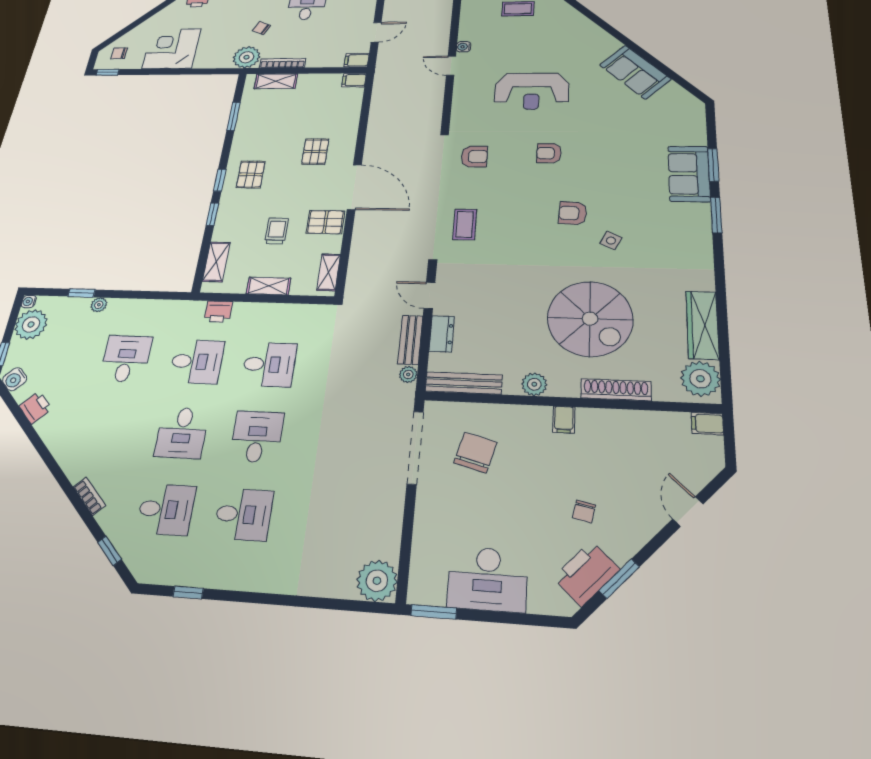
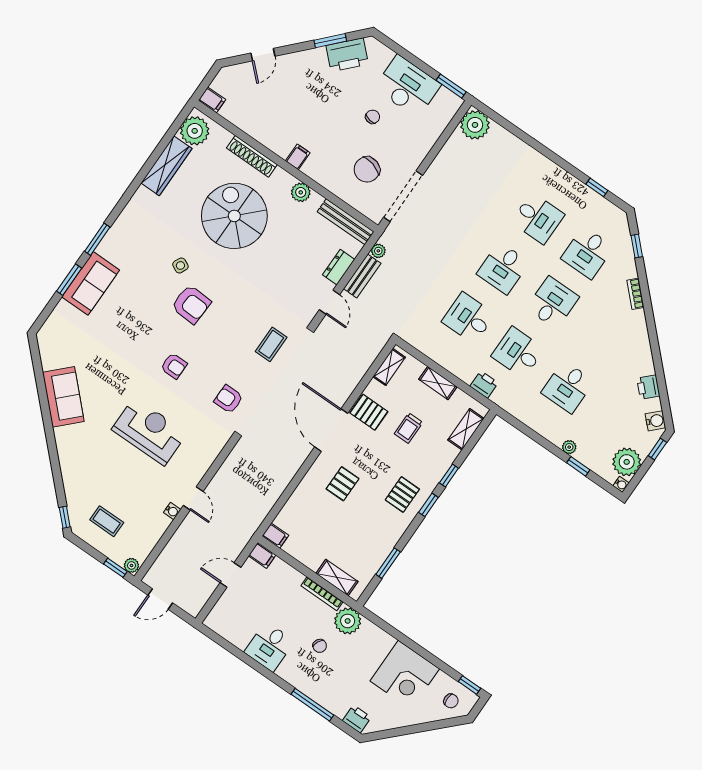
armchair: (573, 213) -> (191, 304), width x1.38, depth x1.38
desk: (166, 509) -> (587, 253), turned -90
chair: (584, 511) -> (373, 117), moved
desk: (243, 514) -> (538, 218), turned 180

